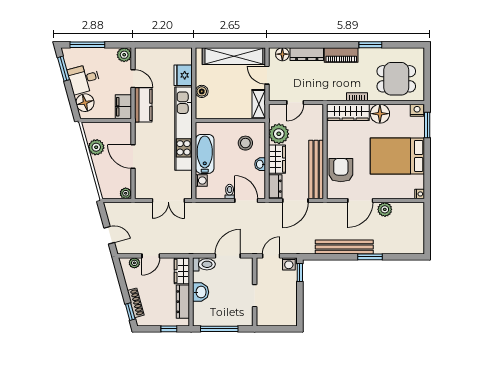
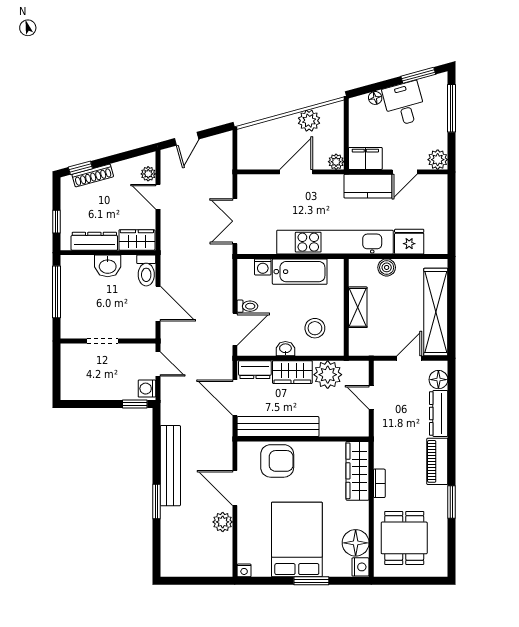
floor lamp: (85, 103) -> (375, 98), width x0.53, depth x0.53
shelving: (259, 104) -> (358, 307), moved, turned 90
floor lamp: (380, 114) -> (356, 543), moved
window: (427, 125) -> (311, 581), moved
plant: (126, 193) -> (336, 162), moved

